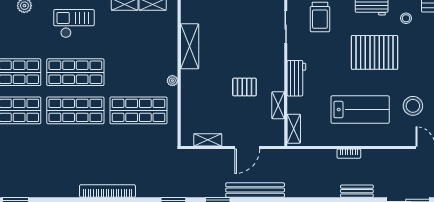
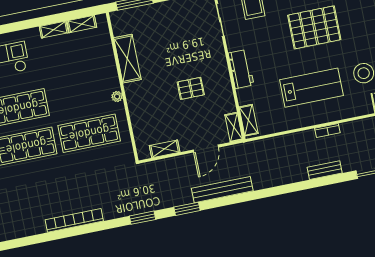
shelving: (278, 105) -> (234, 127), moved
bookcase: (349, 154) -> (327, 130), moved

